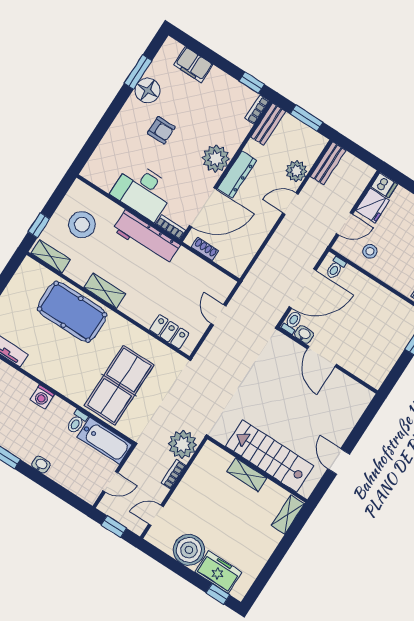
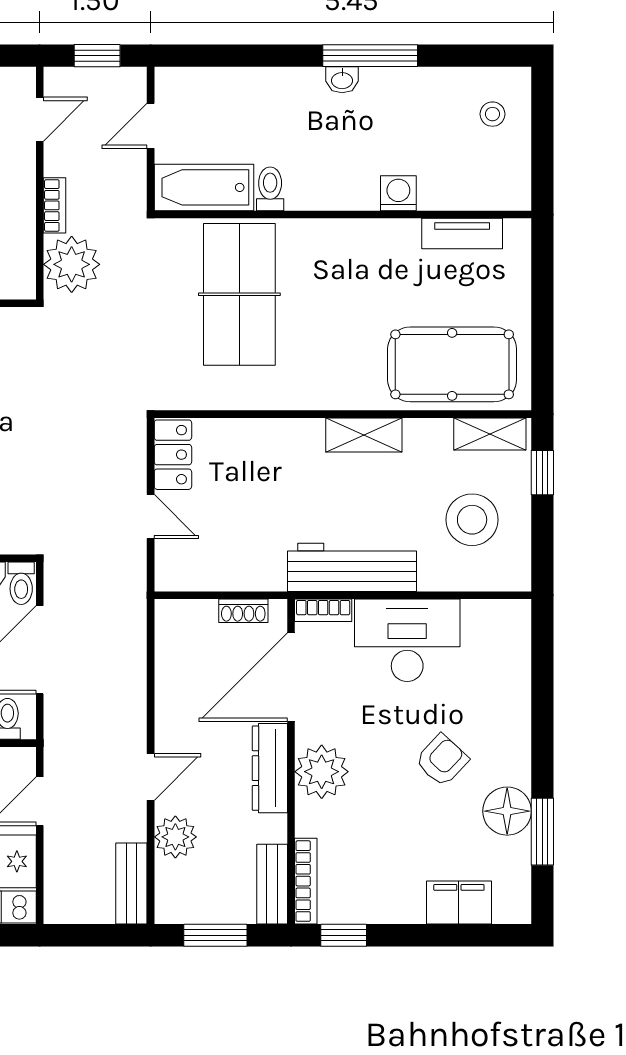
bookcase: (257, 110) -> (306, 881), width x1.56
armchair: (161, 130) -> (442, 760), turned 133
pool table: (72, 312) -> (452, 364), moved
locker: (169, 332) -> (173, 455), moved, turned -90
washing machine: (42, 397) -> (398, 193), moved
washbasin: (41, 465) -> (342, 80), moved

